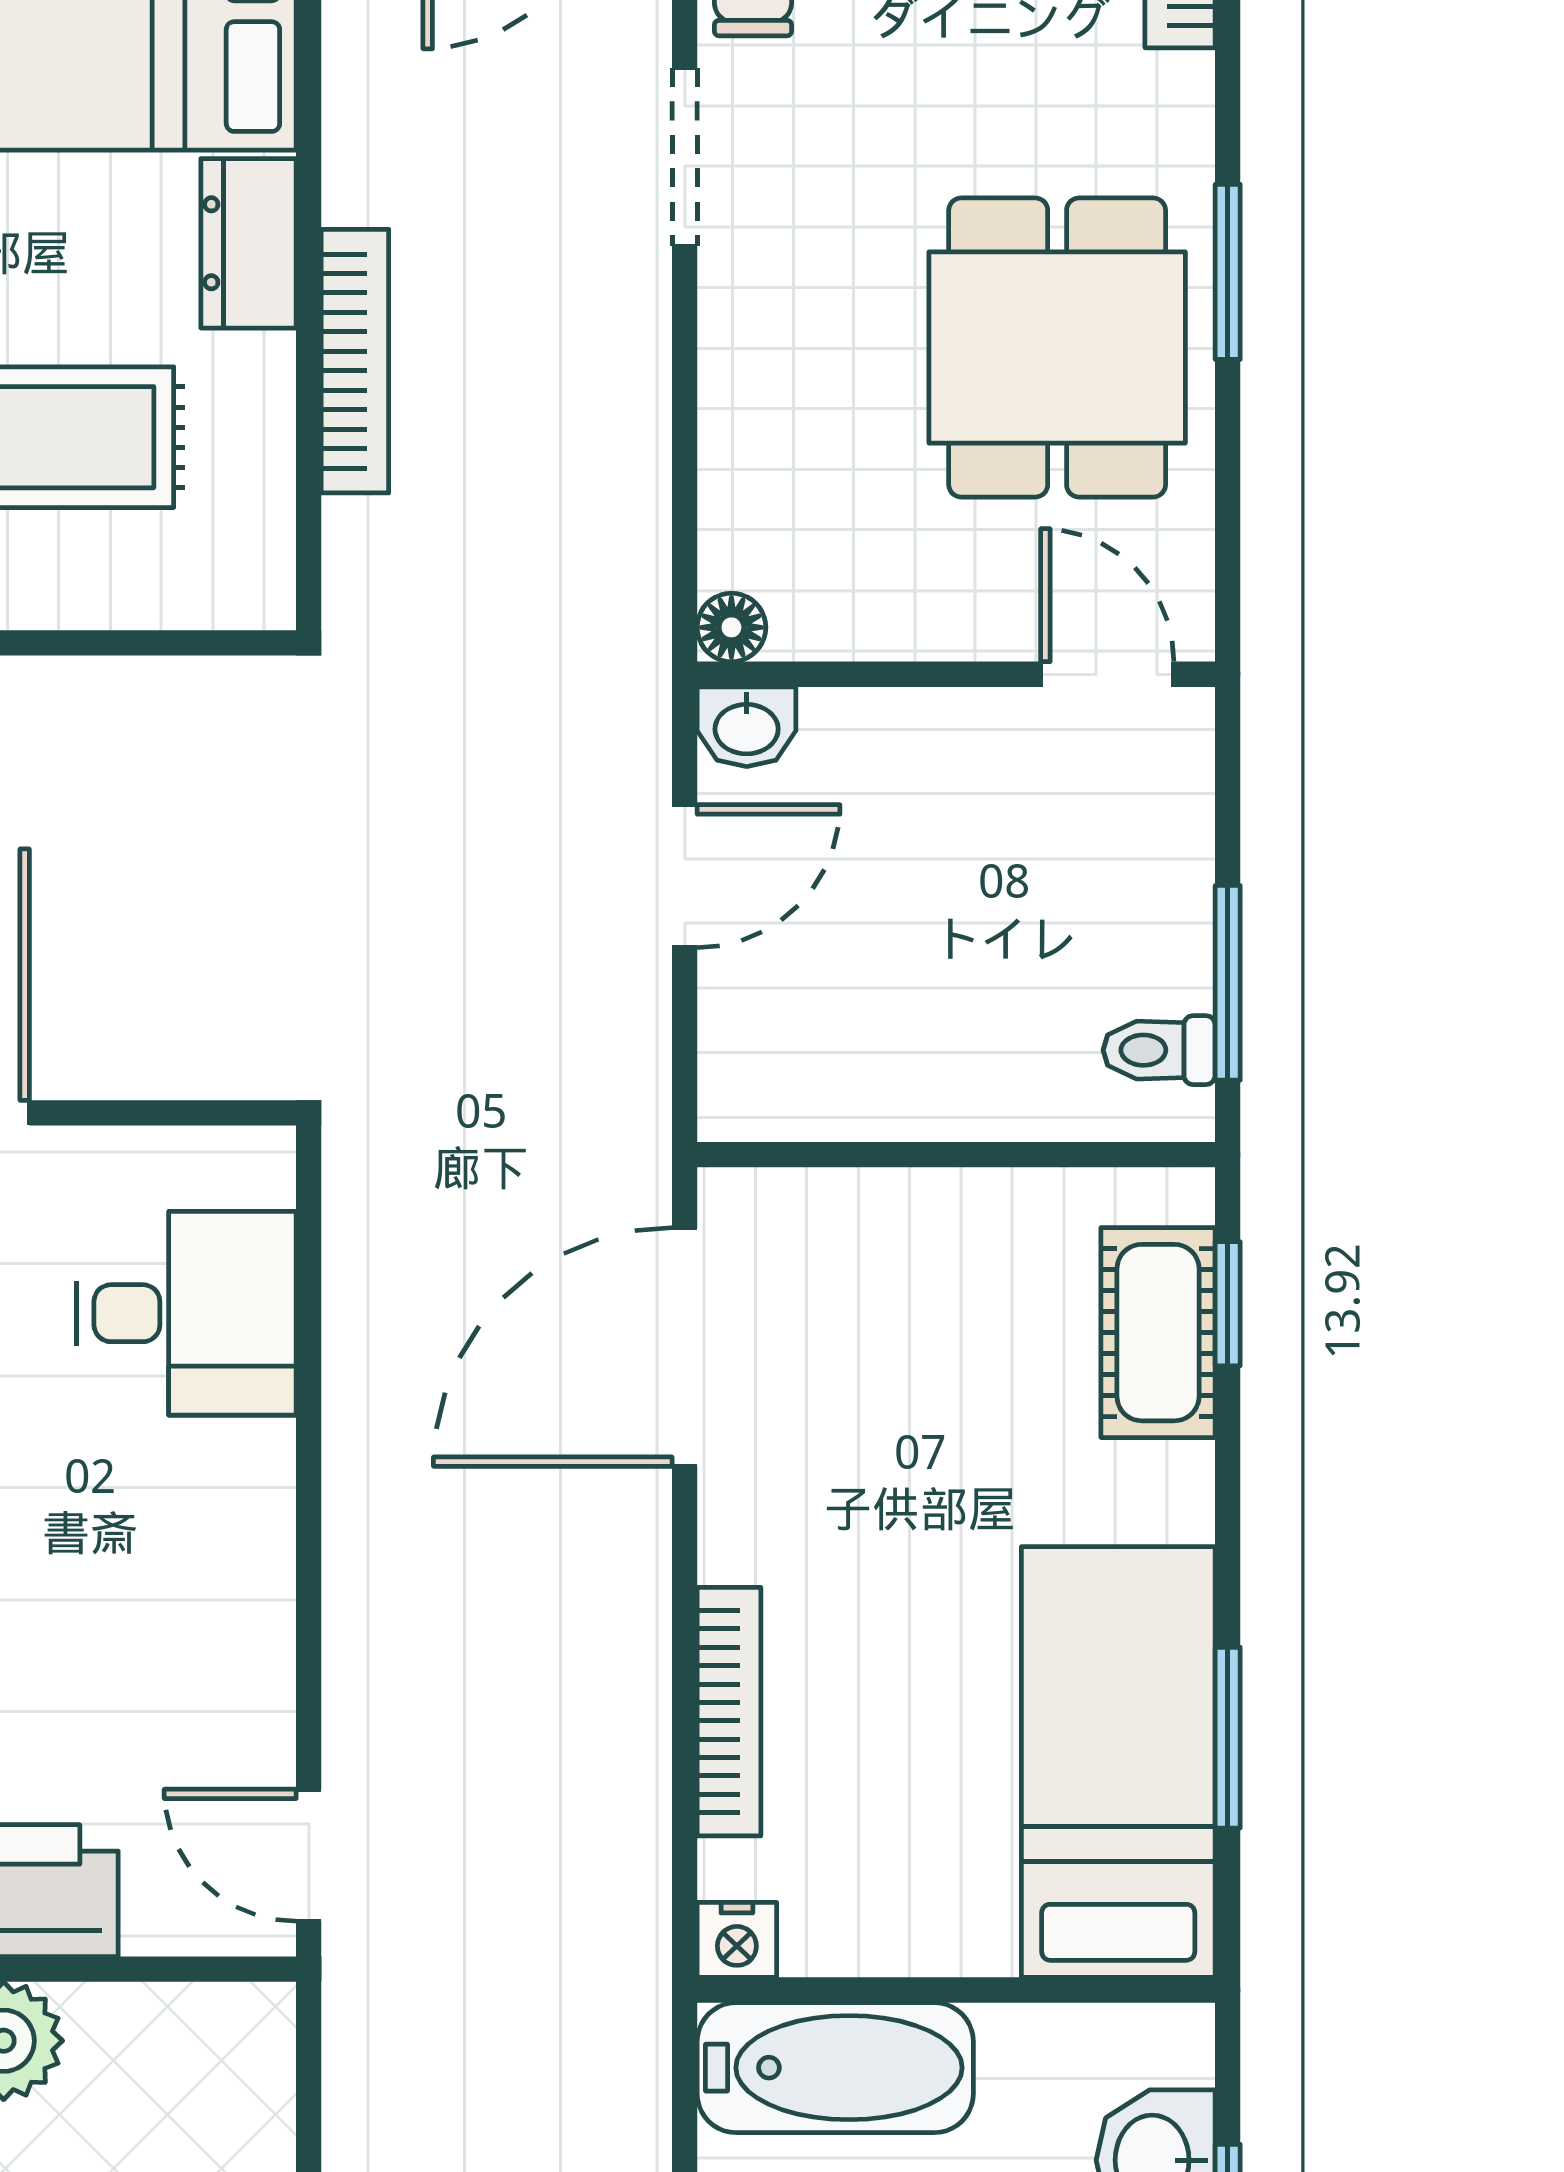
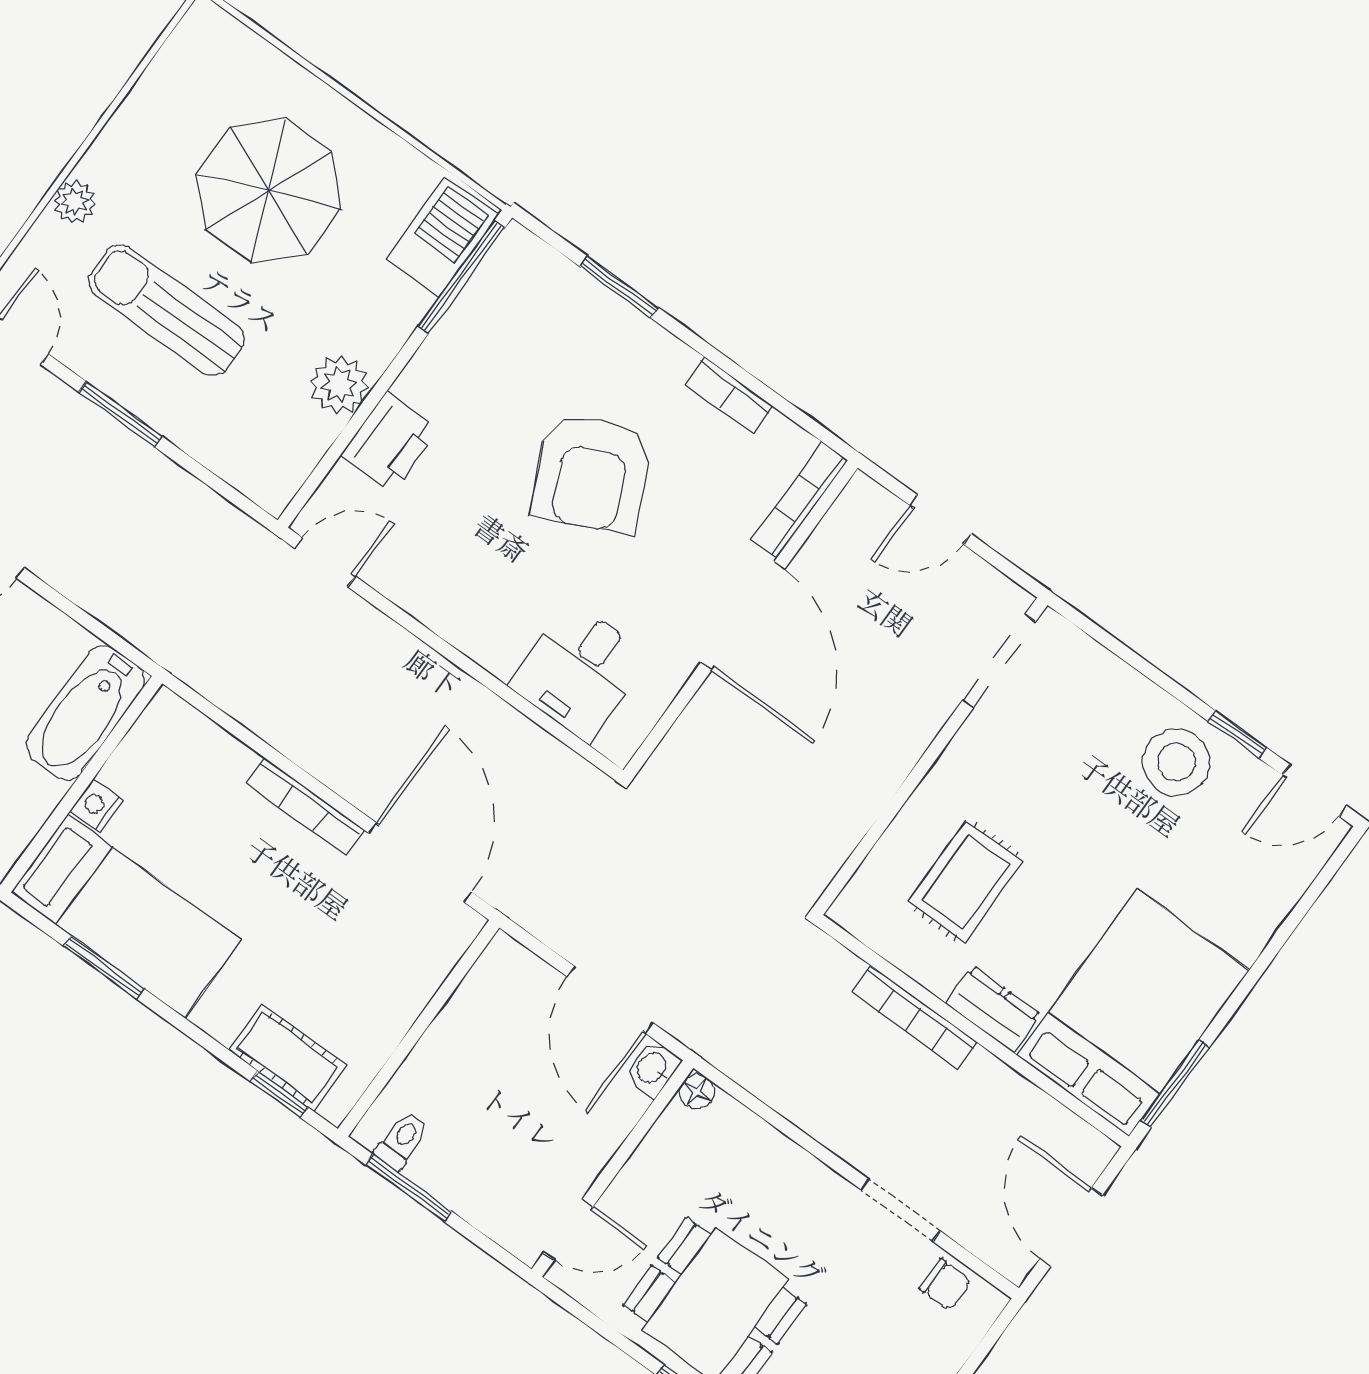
door: (685, 876) -> (610, 1000), width x1.38
bookcase: (729, 1712) -> (305, 806), moved
nightstand: (737, 1940) -> (97, 806), moved

